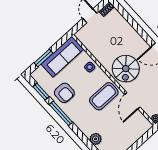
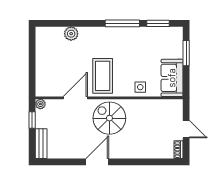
sofa: (62, 57) -> (172, 78), width x0.73
armchair: (64, 93) -> (138, 43), removed
door: (132, 101) -> (75, 98), hinge flipped

